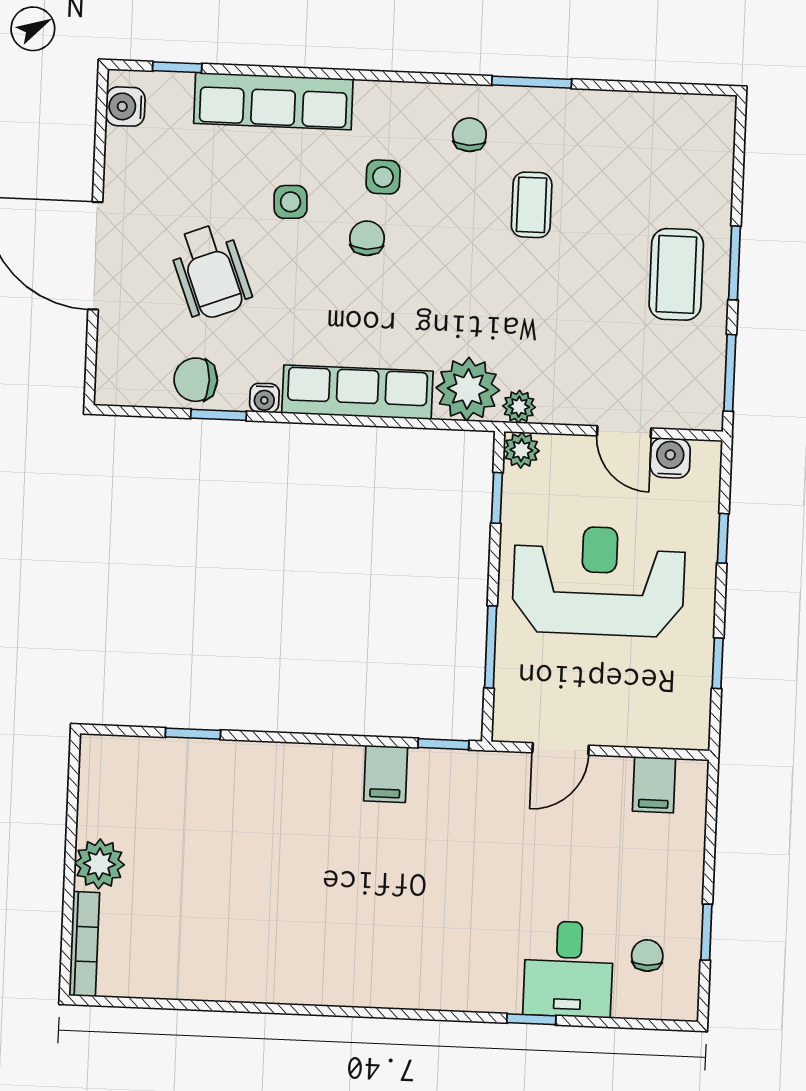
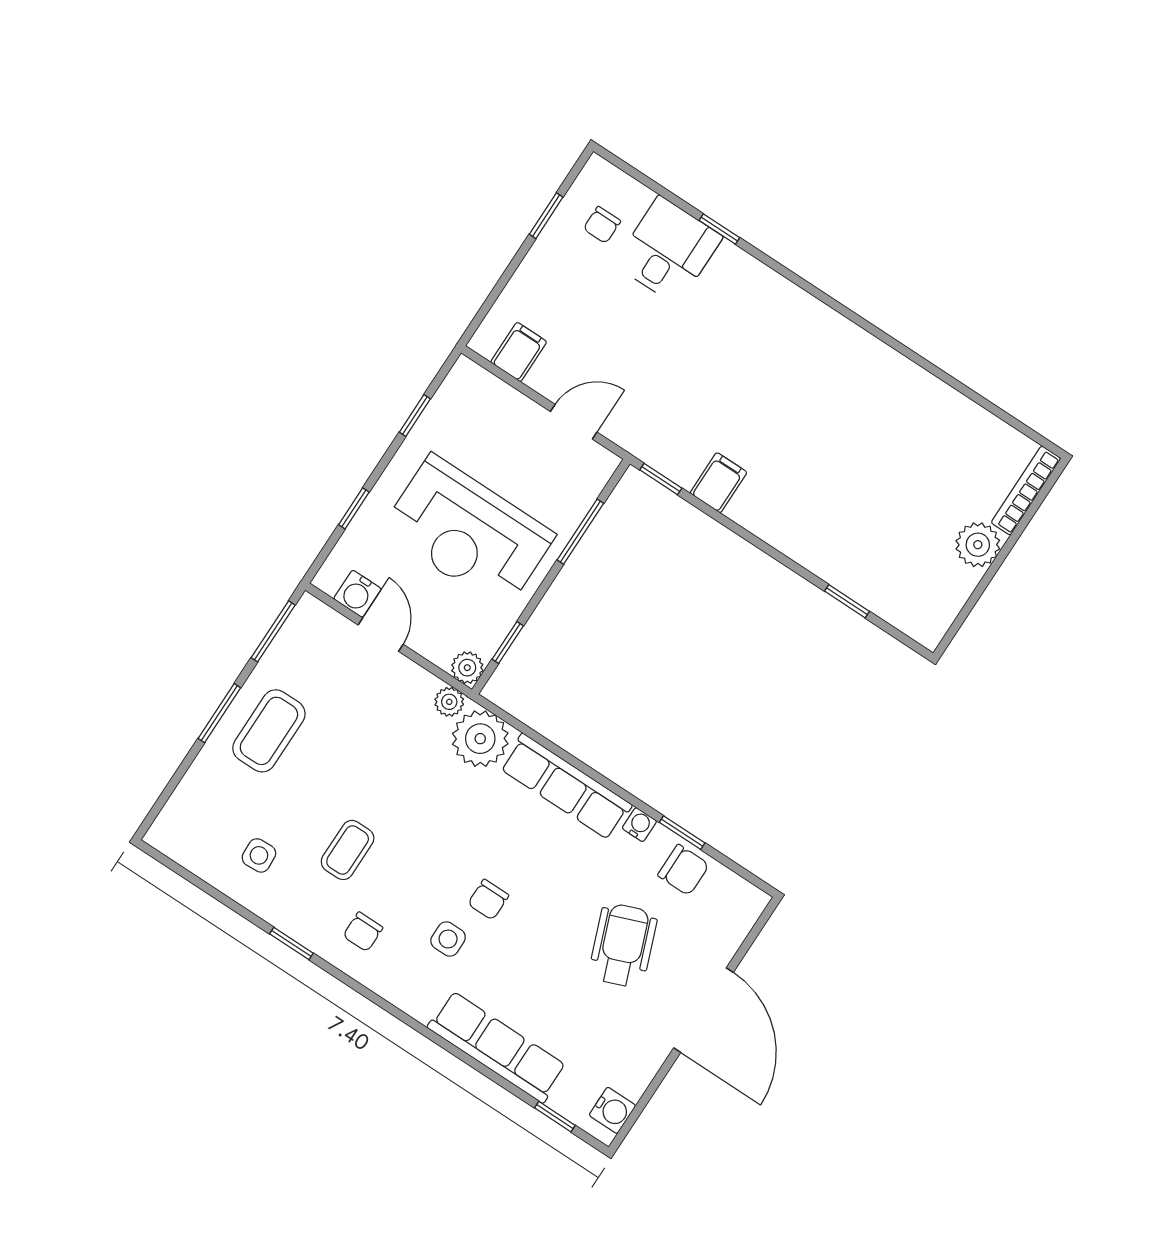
window: (532, 82) -> (291, 944), width x0.67
side table: (291, 202) -> (259, 855), moved

